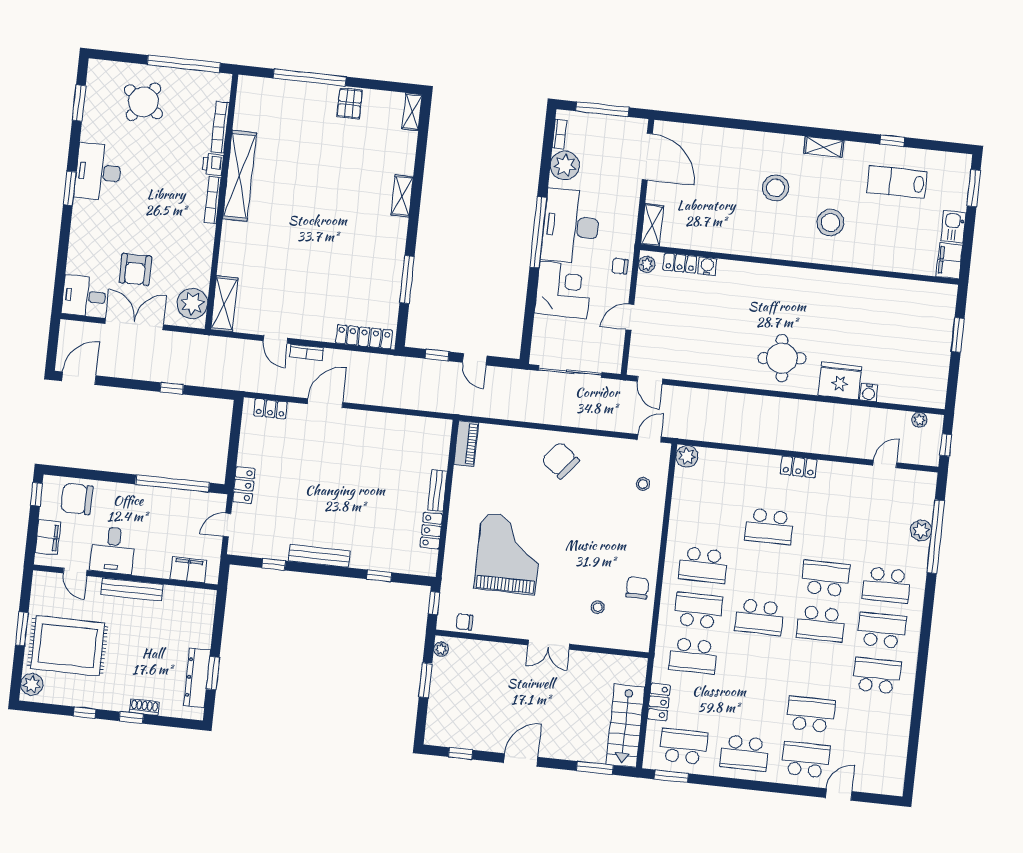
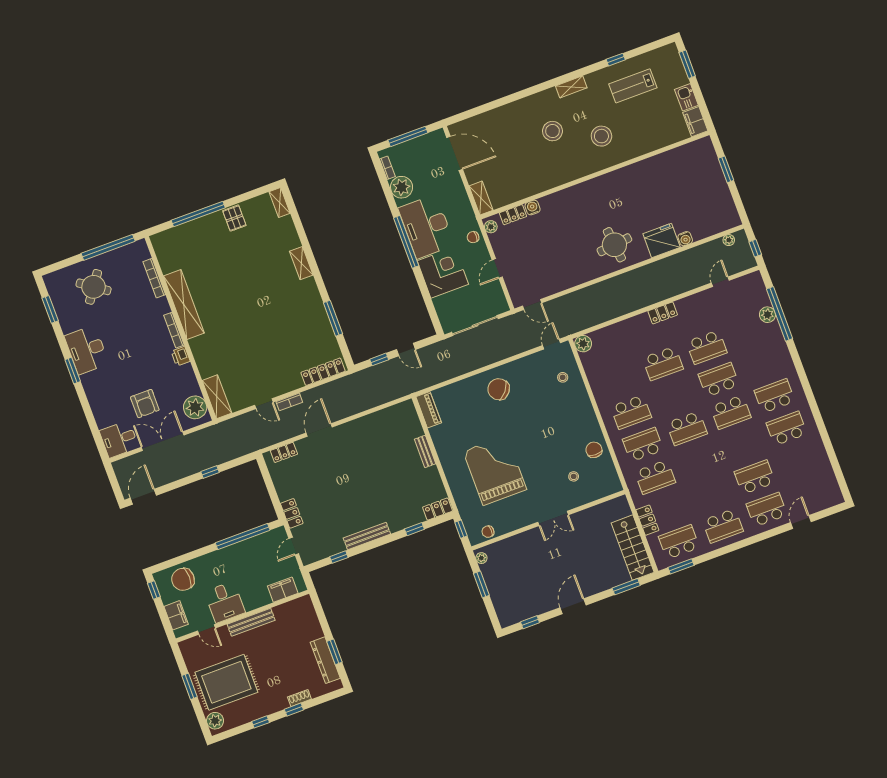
printer: (213, 164) -> (181, 356), moved
locker: (431, 531) -> (438, 509), moved, turned 90
school desk: (887, 585) -> (707, 347), moved

